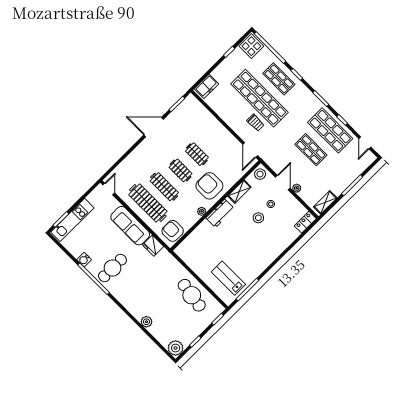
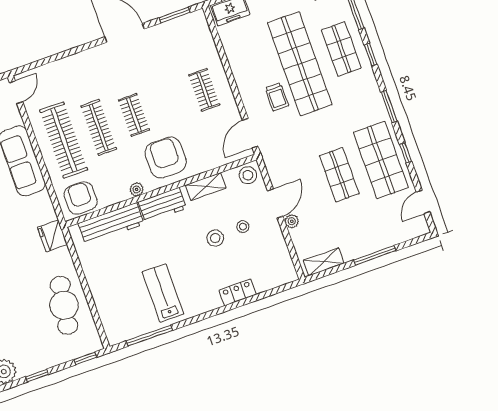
clothes rail: (197, 154) -> (204, 90), moved
locker: (305, 222) -> (238, 292), moved
workbench: (196, 237) -> (111, 224), added
fridge: (153, 246) -> (52, 236), moved
lab bench: (228, 278) -> (163, 293), moved

